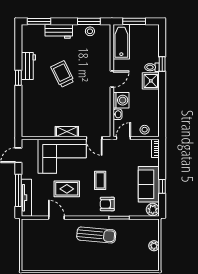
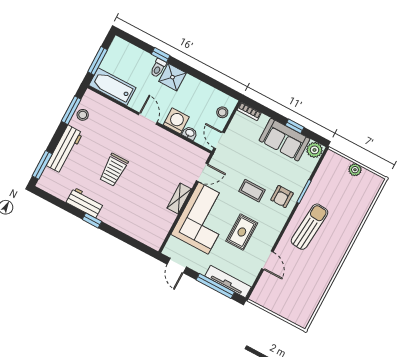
workbench: (59, 31) -> (65, 149), width x1.38
trolley: (62, 74) -> (114, 170), turned -64
door: (56, 218) -> (267, 260), swing flipped

